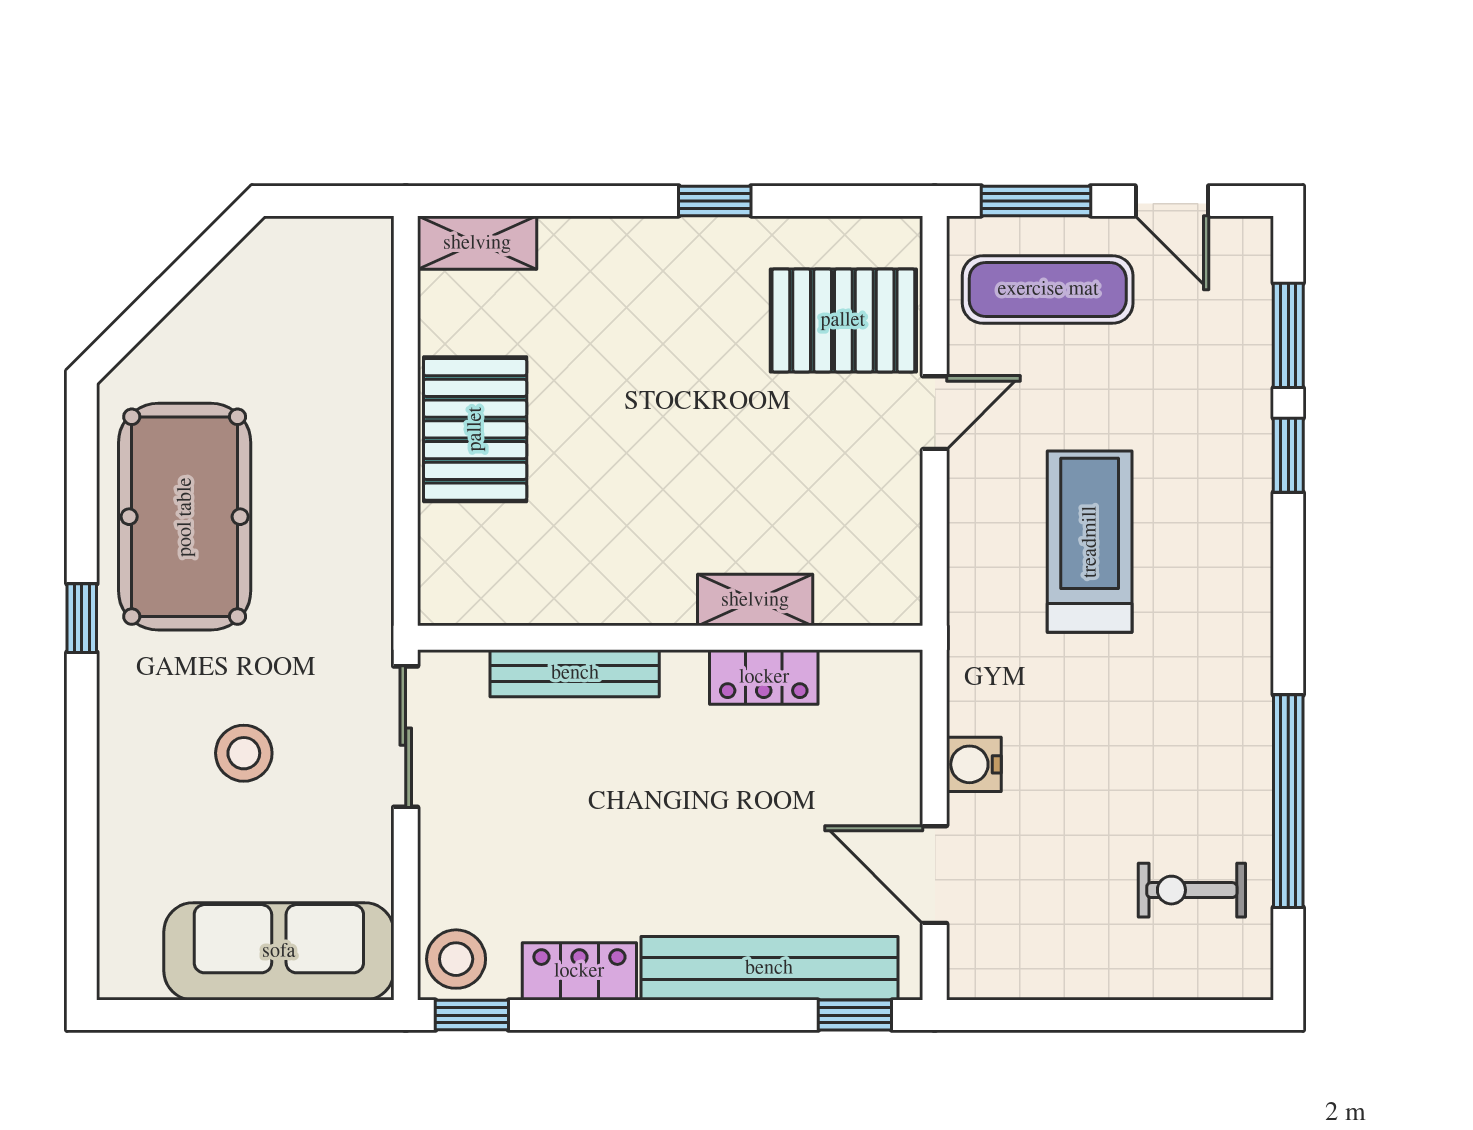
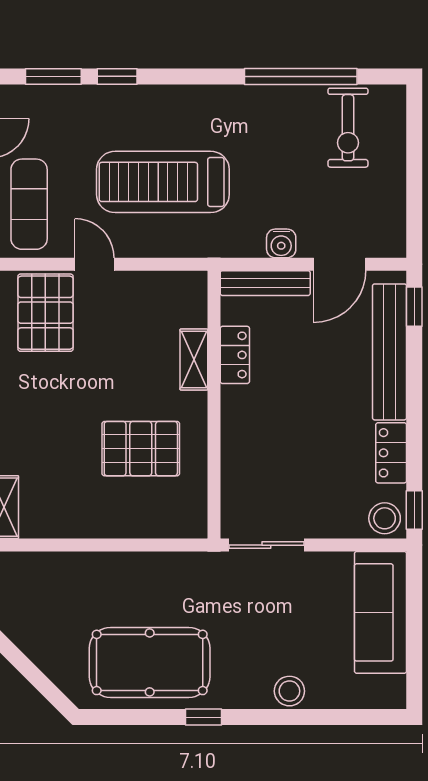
pallet: (475, 429) -> (141, 449), moved
treadmill: (1090, 542) -> (163, 182), width x1.37, depth x1.38
bench: (575, 673) -> (265, 283), moved, turned 90
stool: (244, 753) -> (289, 691), moved
exercise bike: (1192, 890) -> (348, 128), width x1.38, depth x1.39

